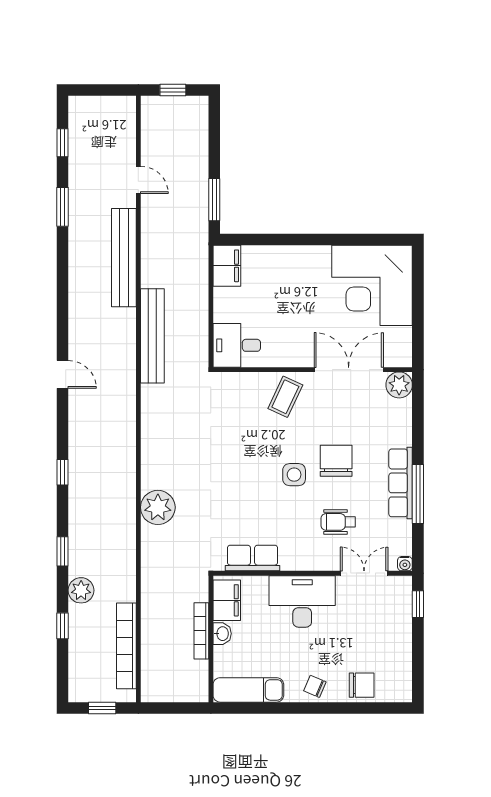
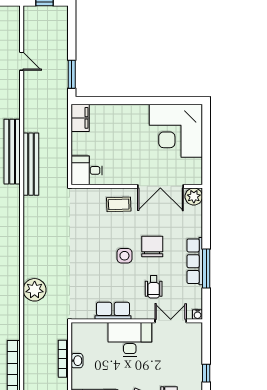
bench: (124, 258) -> (12, 152), moved
double door: (349, 370) -> (160, 186), swing flipped
coffee table: (285, 397) -> (119, 204), turned 63
plant: (158, 507) -> (35, 290), moved
wheelchair: (338, 522) -> (154, 287), turned -90
row of seats: (253, 558) -> (113, 311), moved
filing cabinet: (227, 600) -> (80, 339), removed
window: (418, 604) -> (206, 373), moved

